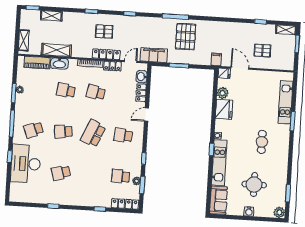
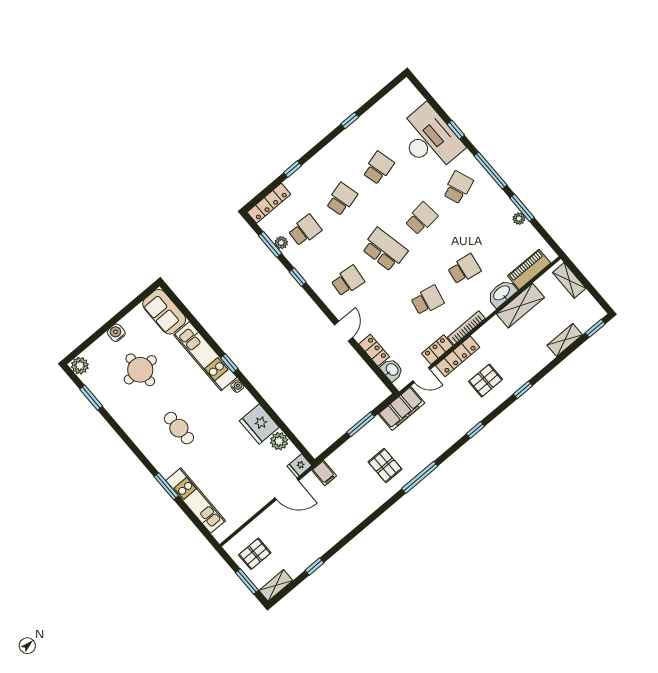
pallet: (186, 37) -> (385, 465), width x0.67, depth x0.71
pallet: (262, 50) -> (255, 554), moved
door: (131, 62) -> (421, 375), hinge flipped
school desk: (93, 133) -> (385, 250), turned -36
school desk: (91, 175) -> (342, 199), added

